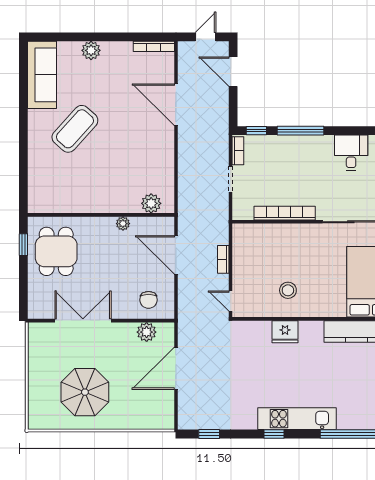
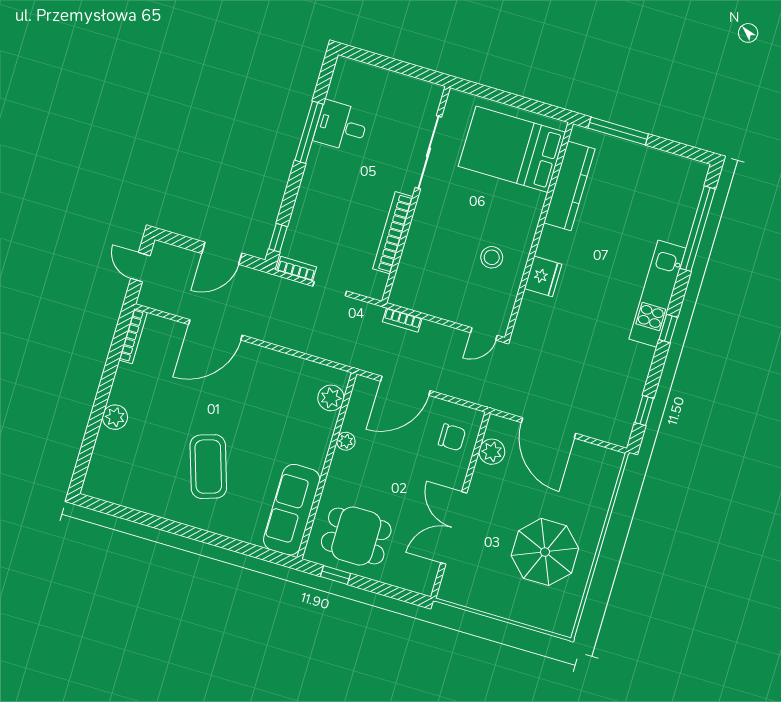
door: (233, 72) -> (222, 253), moved
sofa: (42, 75) -> (292, 510), moved, turned -90
coffee table: (75, 129) -> (208, 467), turned 30
window: (301, 131) -> (309, 132), moved
bookcase: (223, 259) -> (402, 320), moved

